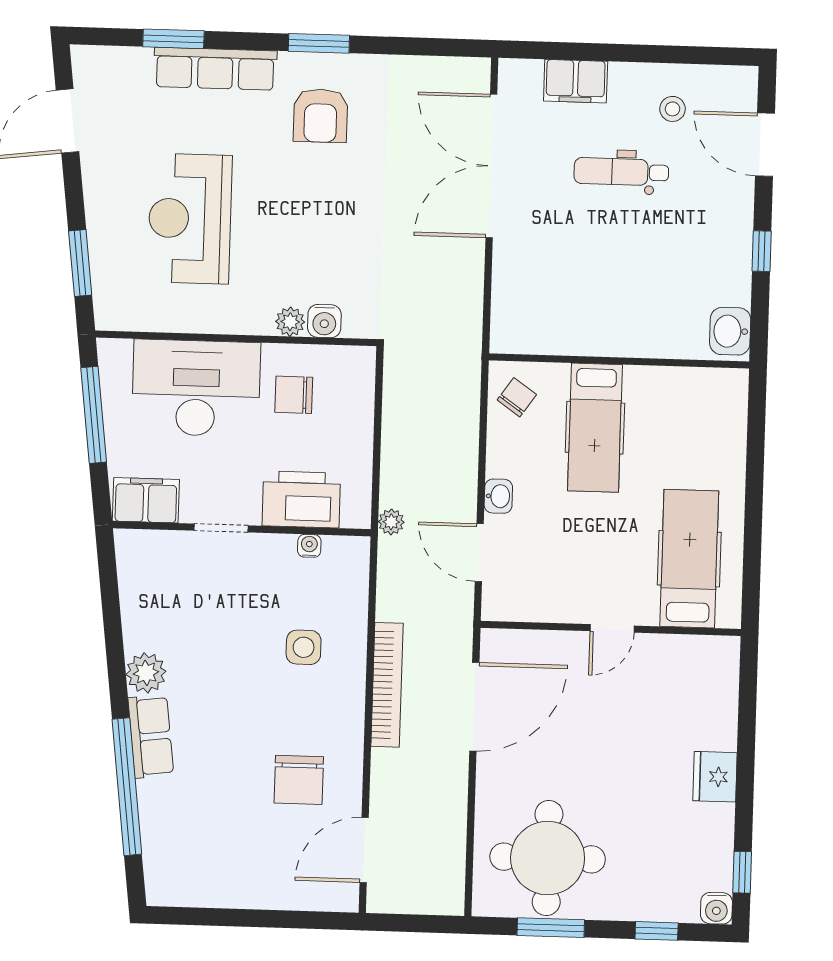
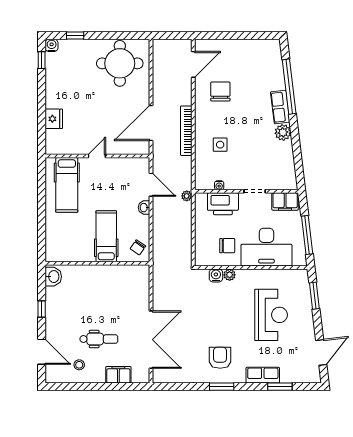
row of seats: (215, 69) -> (263, 375), width x0.68
fridge: (715, 777) -> (54, 119), moved
window: (551, 928) -> (118, 36), removed

